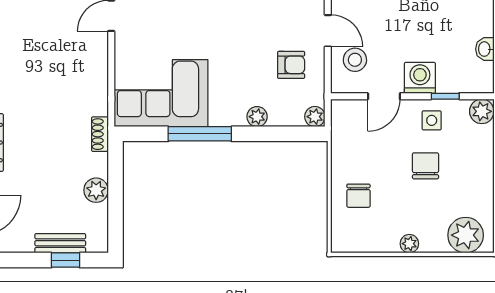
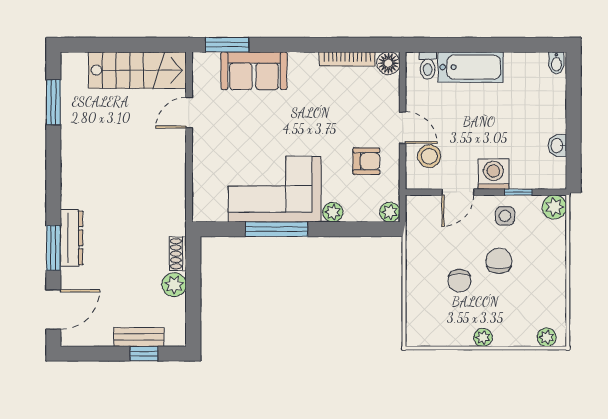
corner sofa: (161, 93) -> (275, 189), moved
shoe rack: (100, 134) -> (178, 254), moved
chair: (358, 196) -> (459, 281), moved
plant: (466, 235) -> (547, 337), width x0.53, depth x0.53

